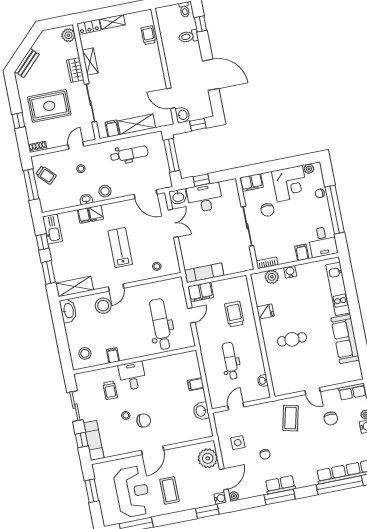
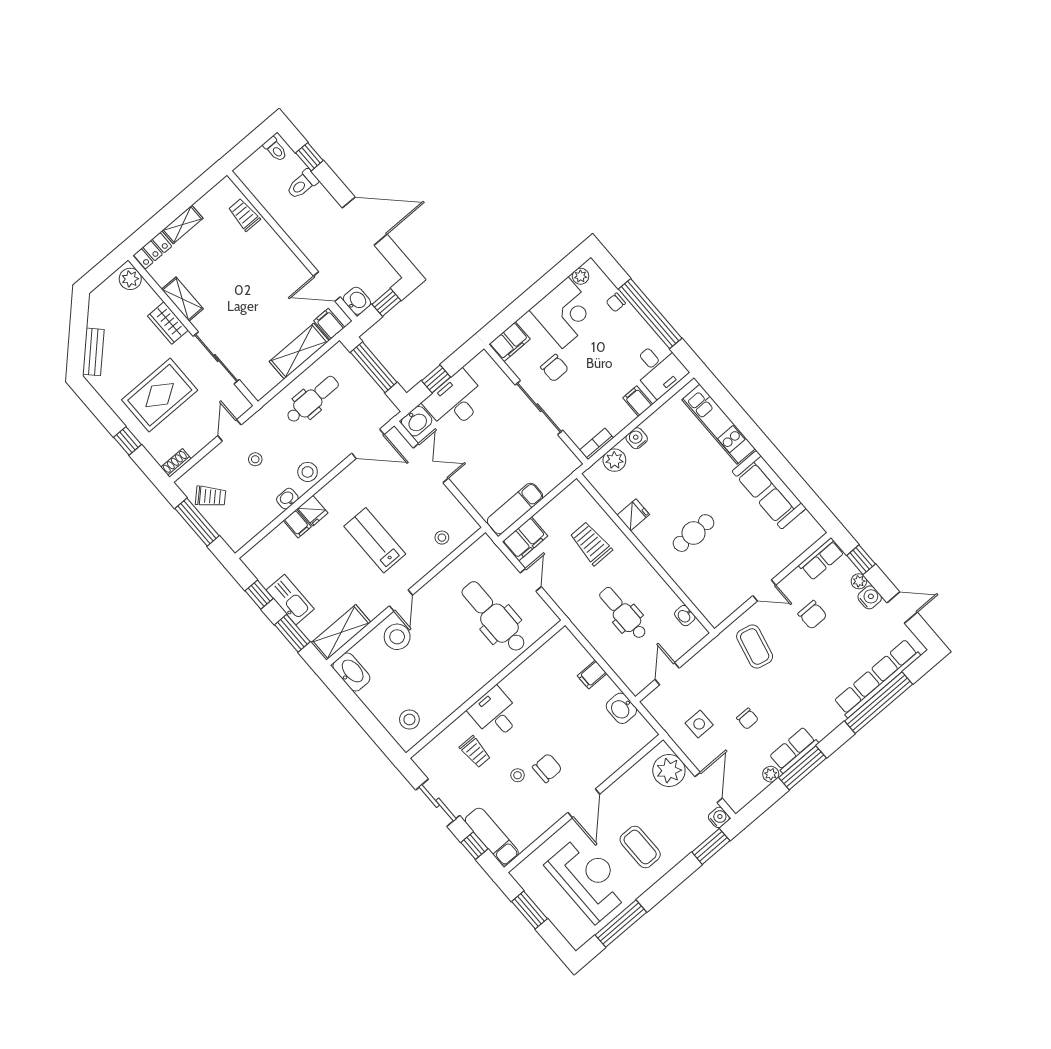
filing cabinet: (112, 128) -> (329, 324), moved
kitchen sink: (52, 229) -> (290, 600), moved
filing cabinet: (113, 355) -> (451, 700), removed
plant: (234, 496) -> (771, 774), moved

